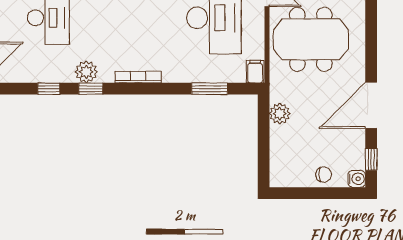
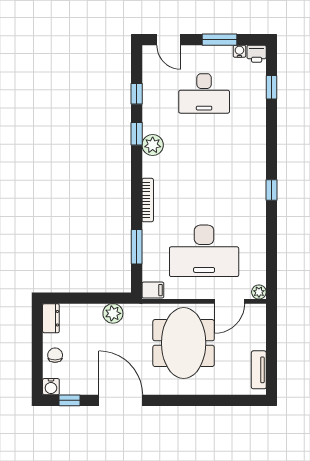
plant: (86, 72) -> (153, 145), moved
bookcase: (138, 77) -> (148, 200), moved
chair: (324, 174) -> (55, 355), turned 180
dresser: (285, 179) -> (51, 318), added

